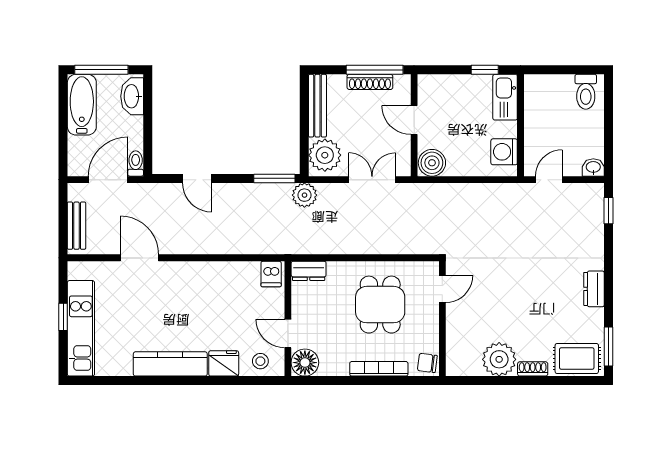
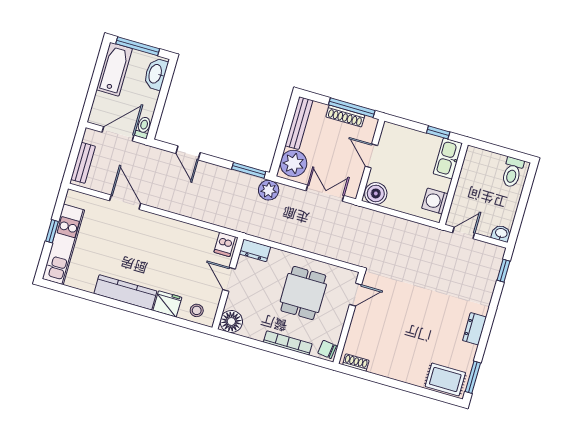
door: (288, 333) -> (229, 279), moved
plant: (499, 359) -> (384, 363), removed
shoe rack: (533, 369) -> (356, 363), moved

